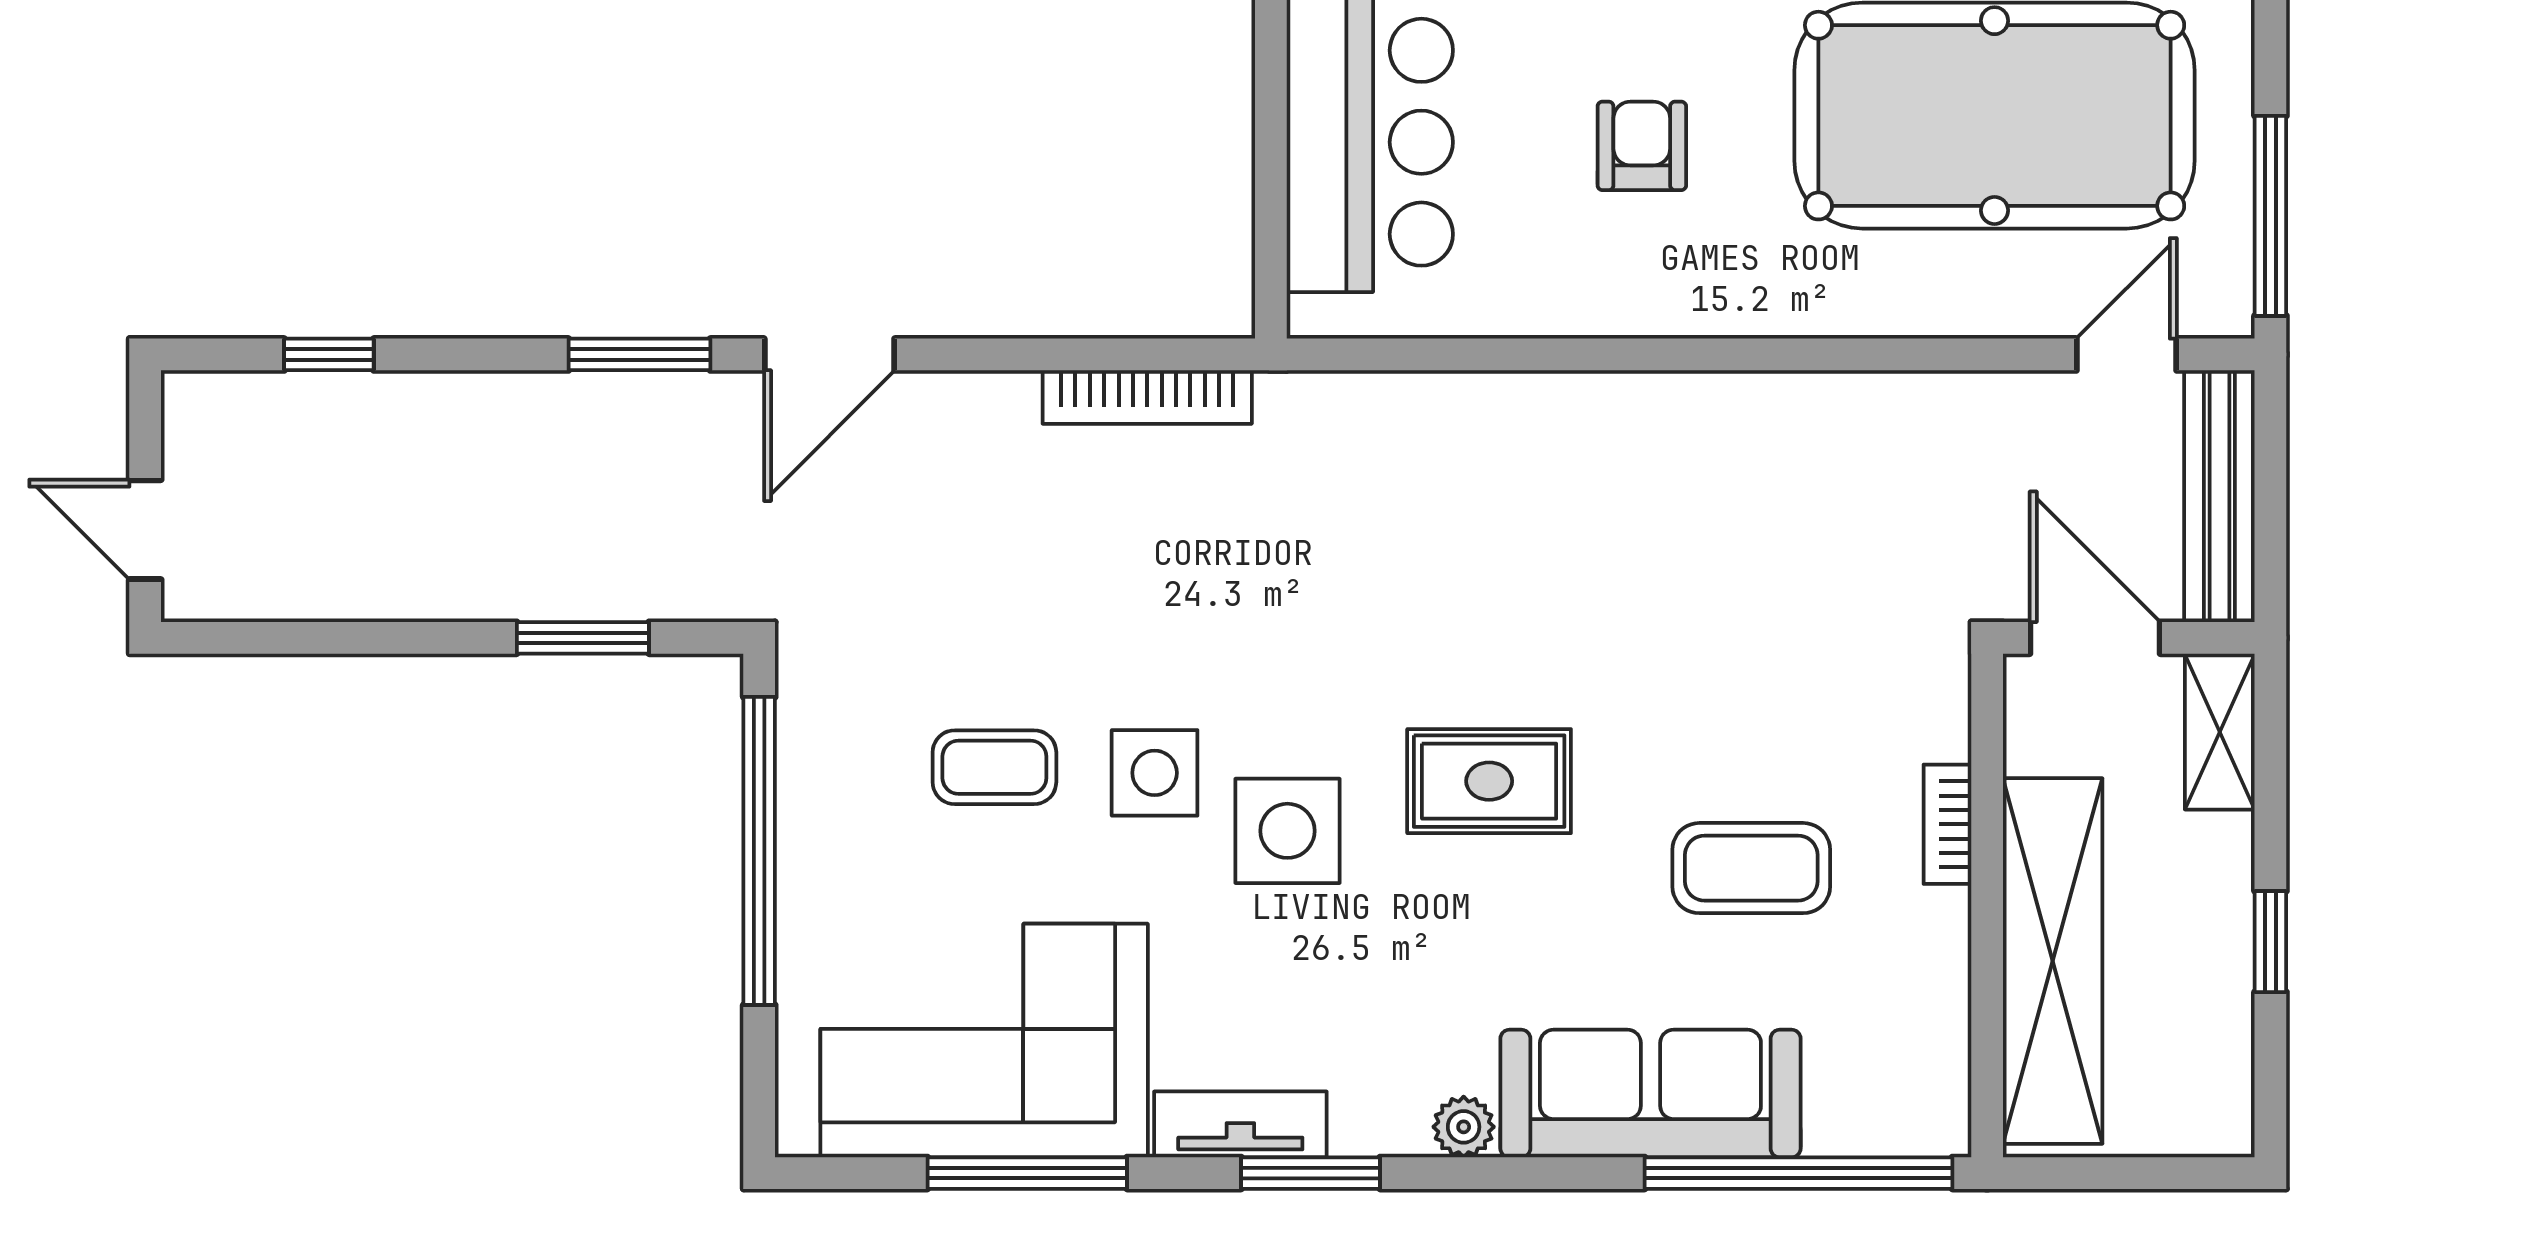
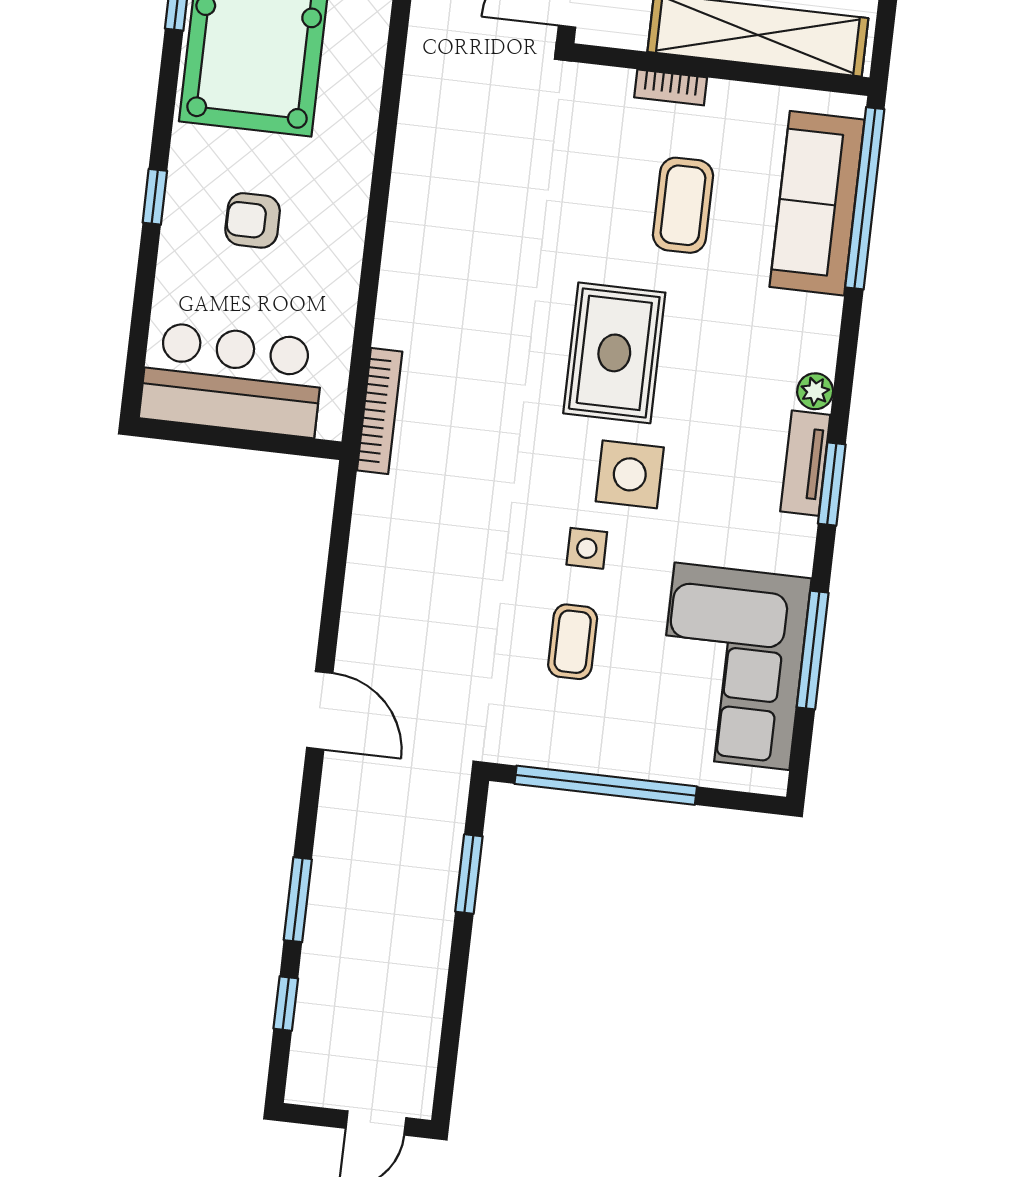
window: (639, 354) -> (298, 900), moved
bookcase: (1147, 397) -> (380, 411), moved
side table: (1155, 773) -> (587, 548), width x0.73, depth x0.73
rug: (1489, 781) -> (614, 353), width x1.36, depth x1.43
sofa: (1650, 1094) -> (817, 203), moved
tv unit: (1240, 1124) -> (805, 463), moved

